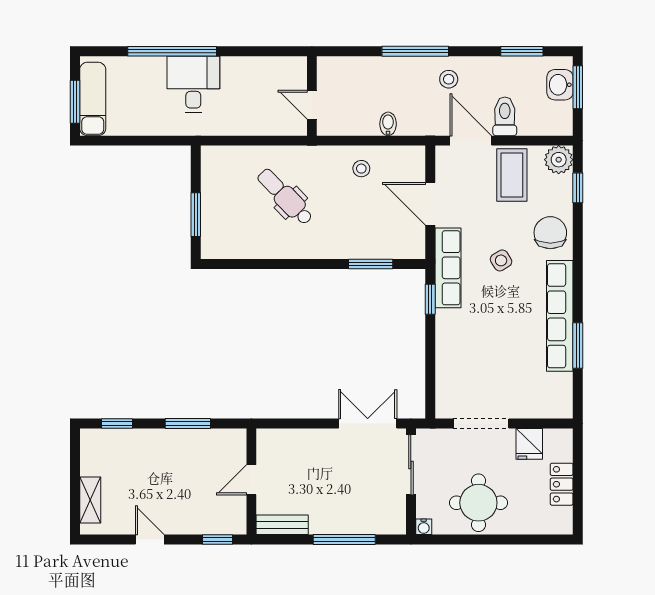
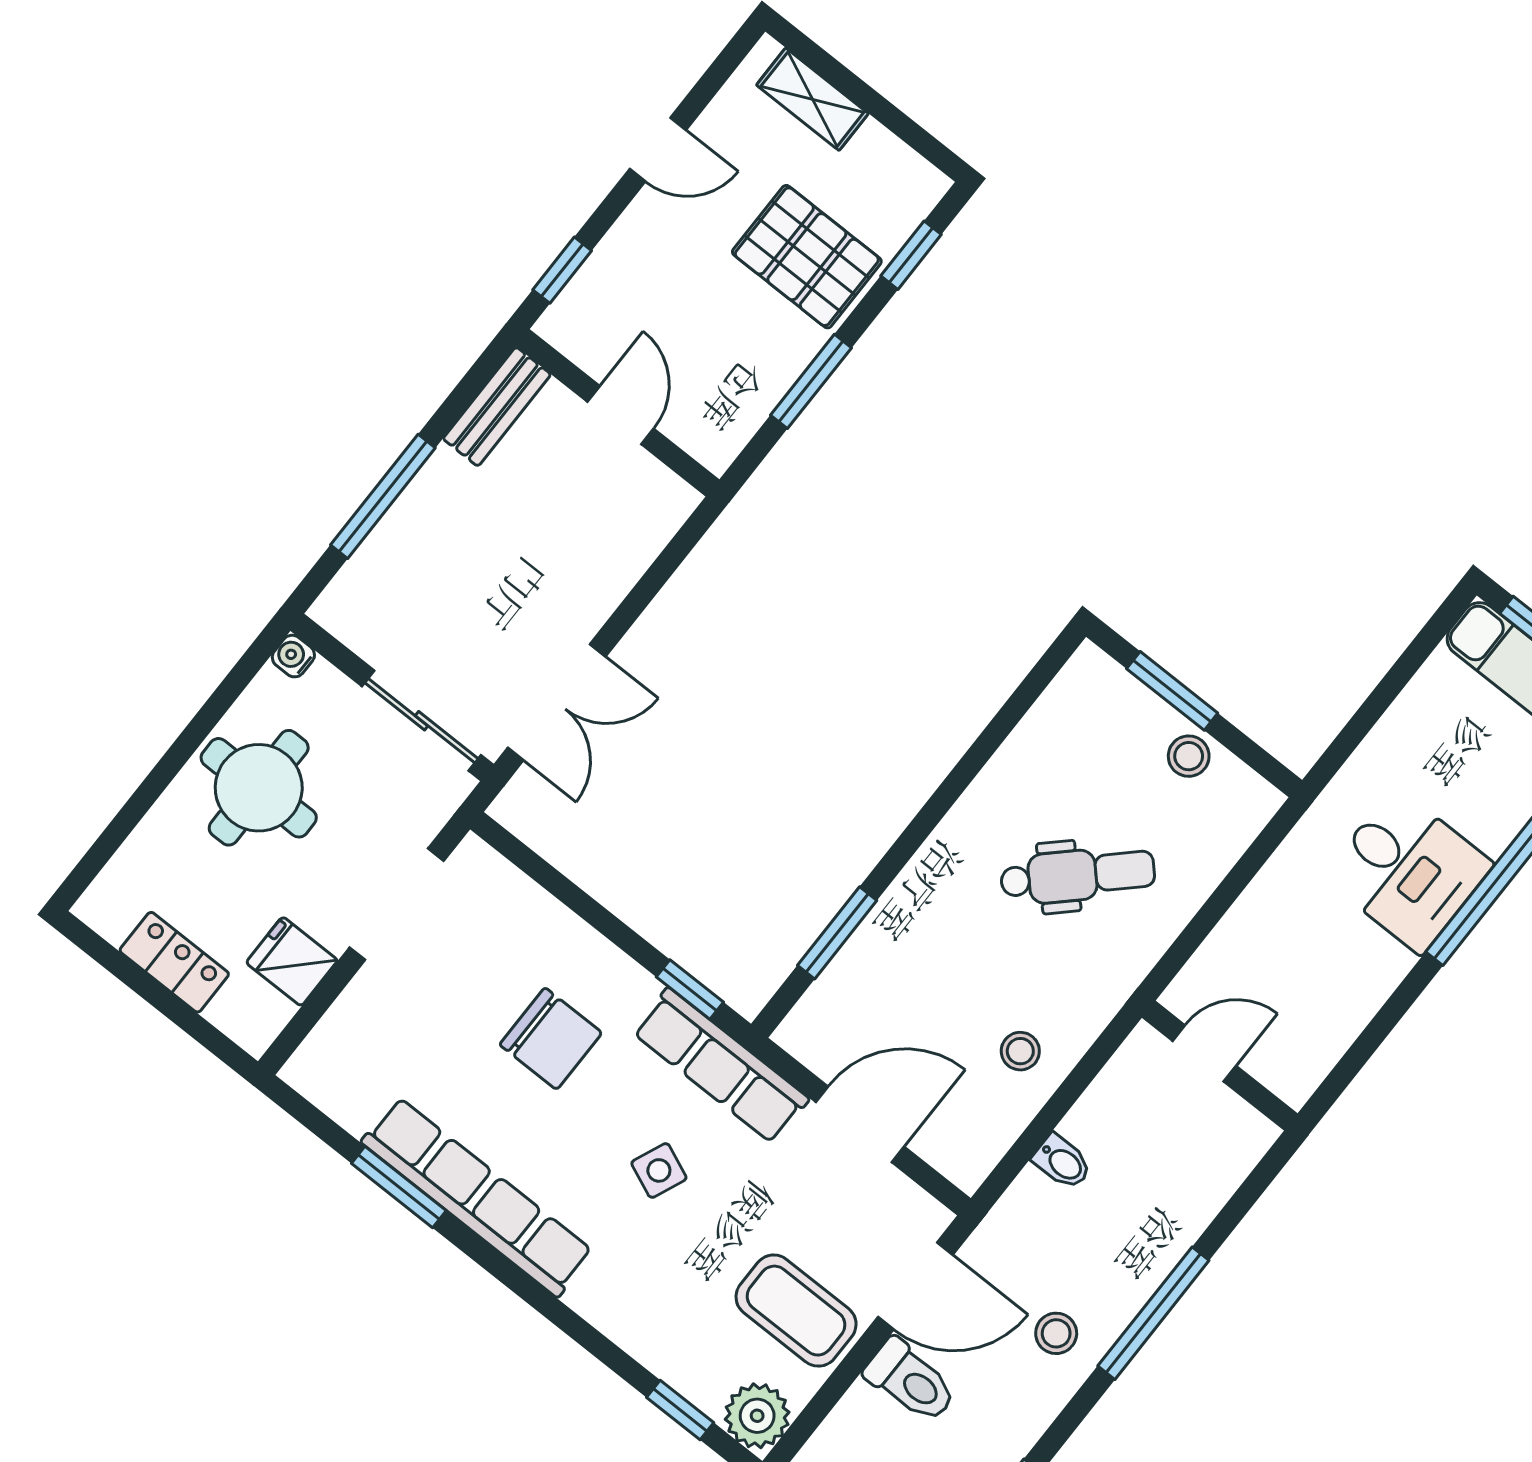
stool: (214, 191) -> (1189, 756), added
chair: (550, 233) -> (551, 1039), moved
side table: (501, 260) -> (659, 1170), turned -36
pallet: (146, 459) -> (807, 257), added

